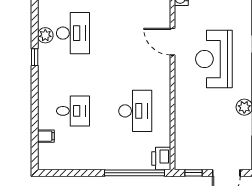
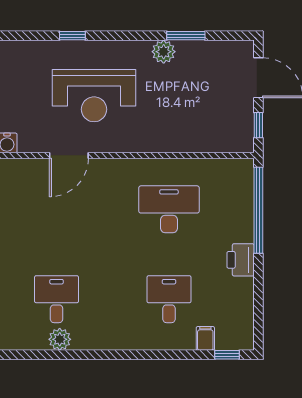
desk: (73, 33) -> (57, 299), width x0.73
window: (35, 57) -> (227, 355), moved
printer: (161, 158) -> (241, 260), moved, turned 90

